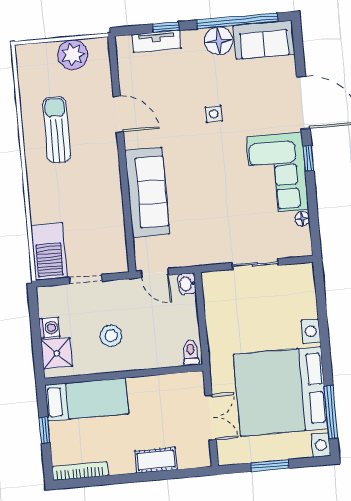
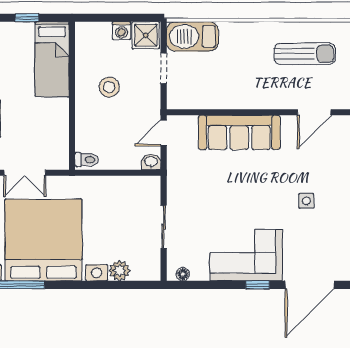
floor lamp: (302, 219) -> (183, 274), moved
plant: (306, 307) -> (119, 271), added
shower: (57, 353) -> (146, 35), moved

